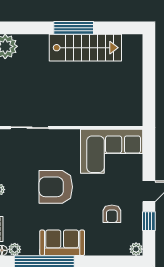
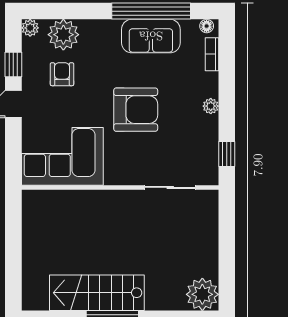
sofa: (62, 243) -> (151, 36), moved
plant: (15, 249) -> (63, 35), moved, width x1.88, depth x1.88

